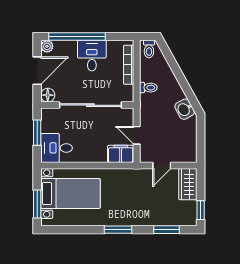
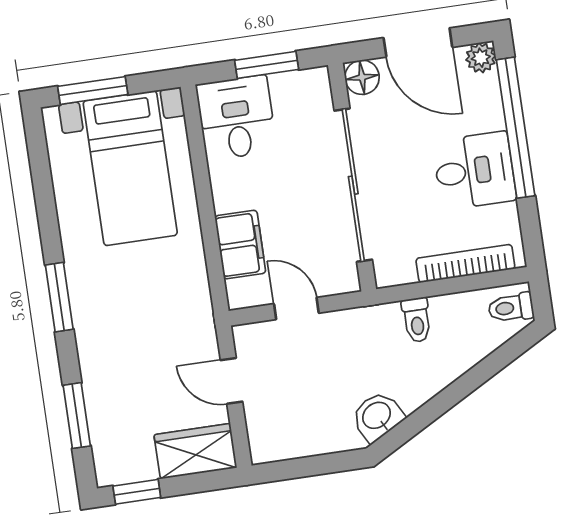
door: (137, 135) -> (296, 308), hinge flipped
filing cabinet: (121, 154) -> (240, 245), moved

